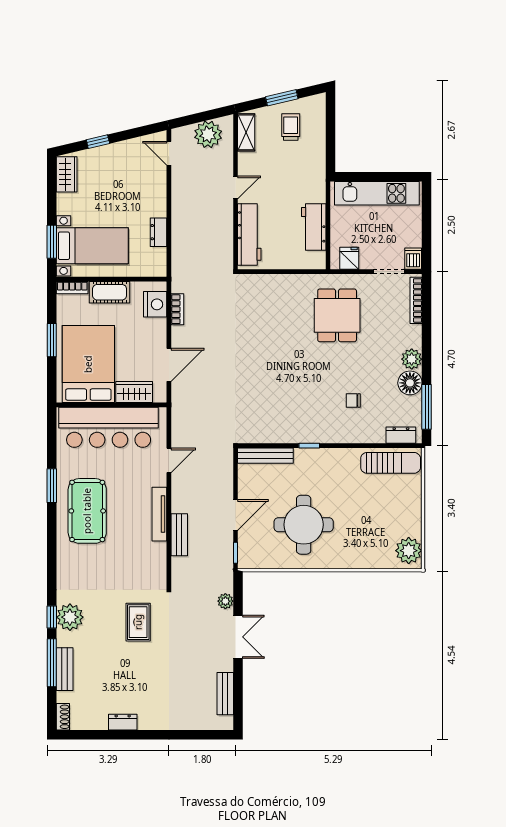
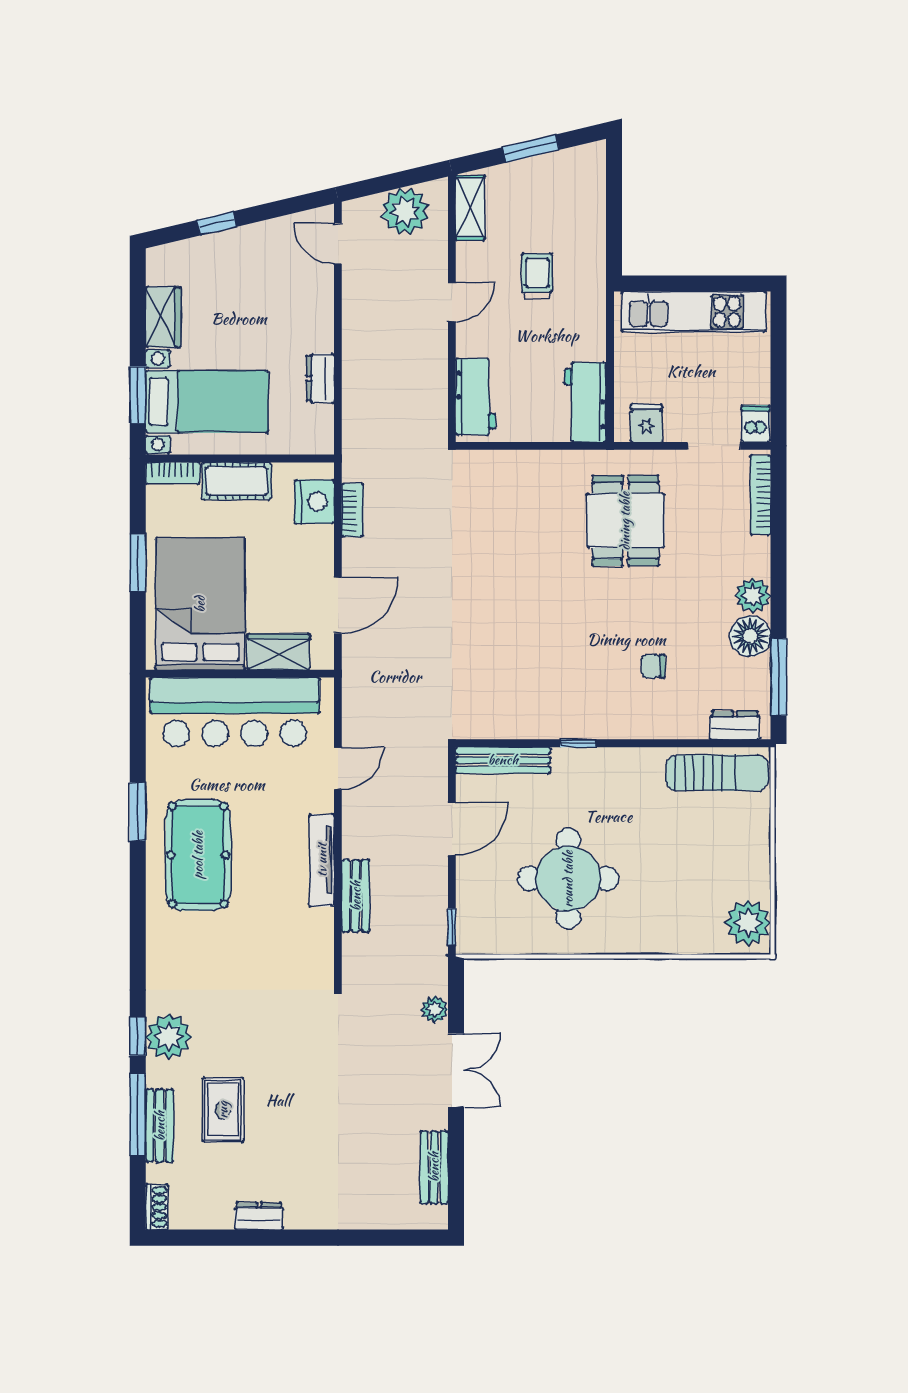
trolley: (291, 127) -> (537, 276), moved
wardrobe: (67, 174) -> (163, 317), moved
workbench: (314, 227) -> (586, 402), moved
workbench: (249, 234) -> (475, 397), width x0.73
door: (235, 515) -> (452, 829), moved
rug: (138, 622) -> (223, 1110), moved

